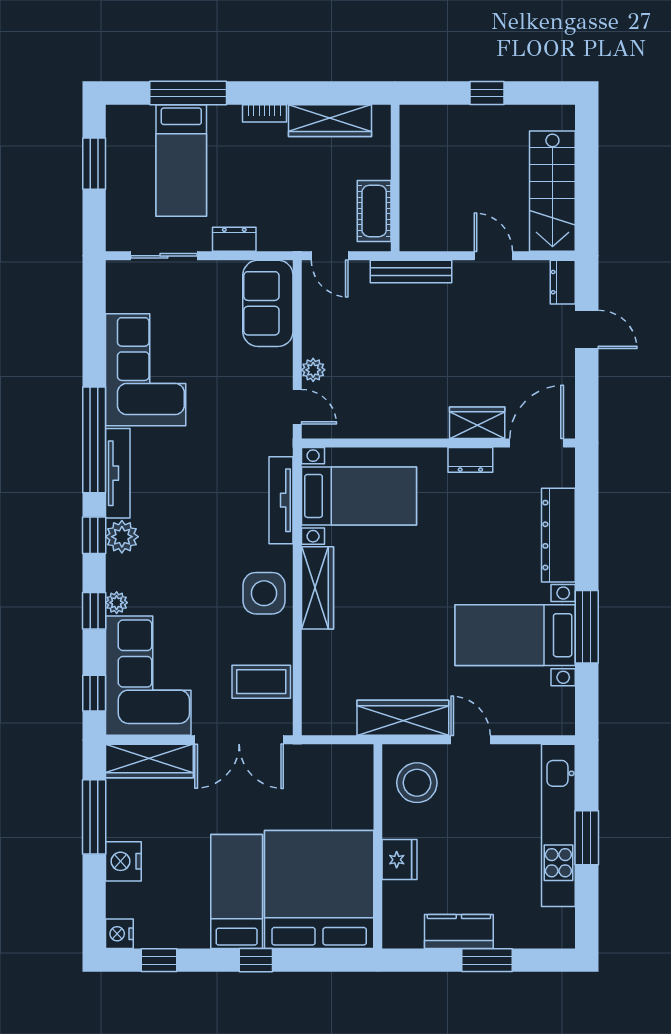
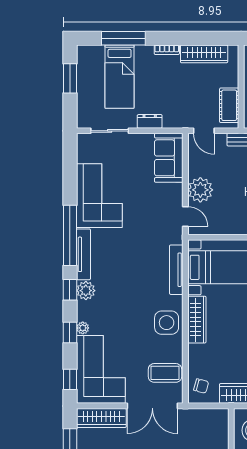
plant: (313, 370) -> (200, 190), width x1.88, depth x1.88
chair: (325, 705) -> (201, 386), added

